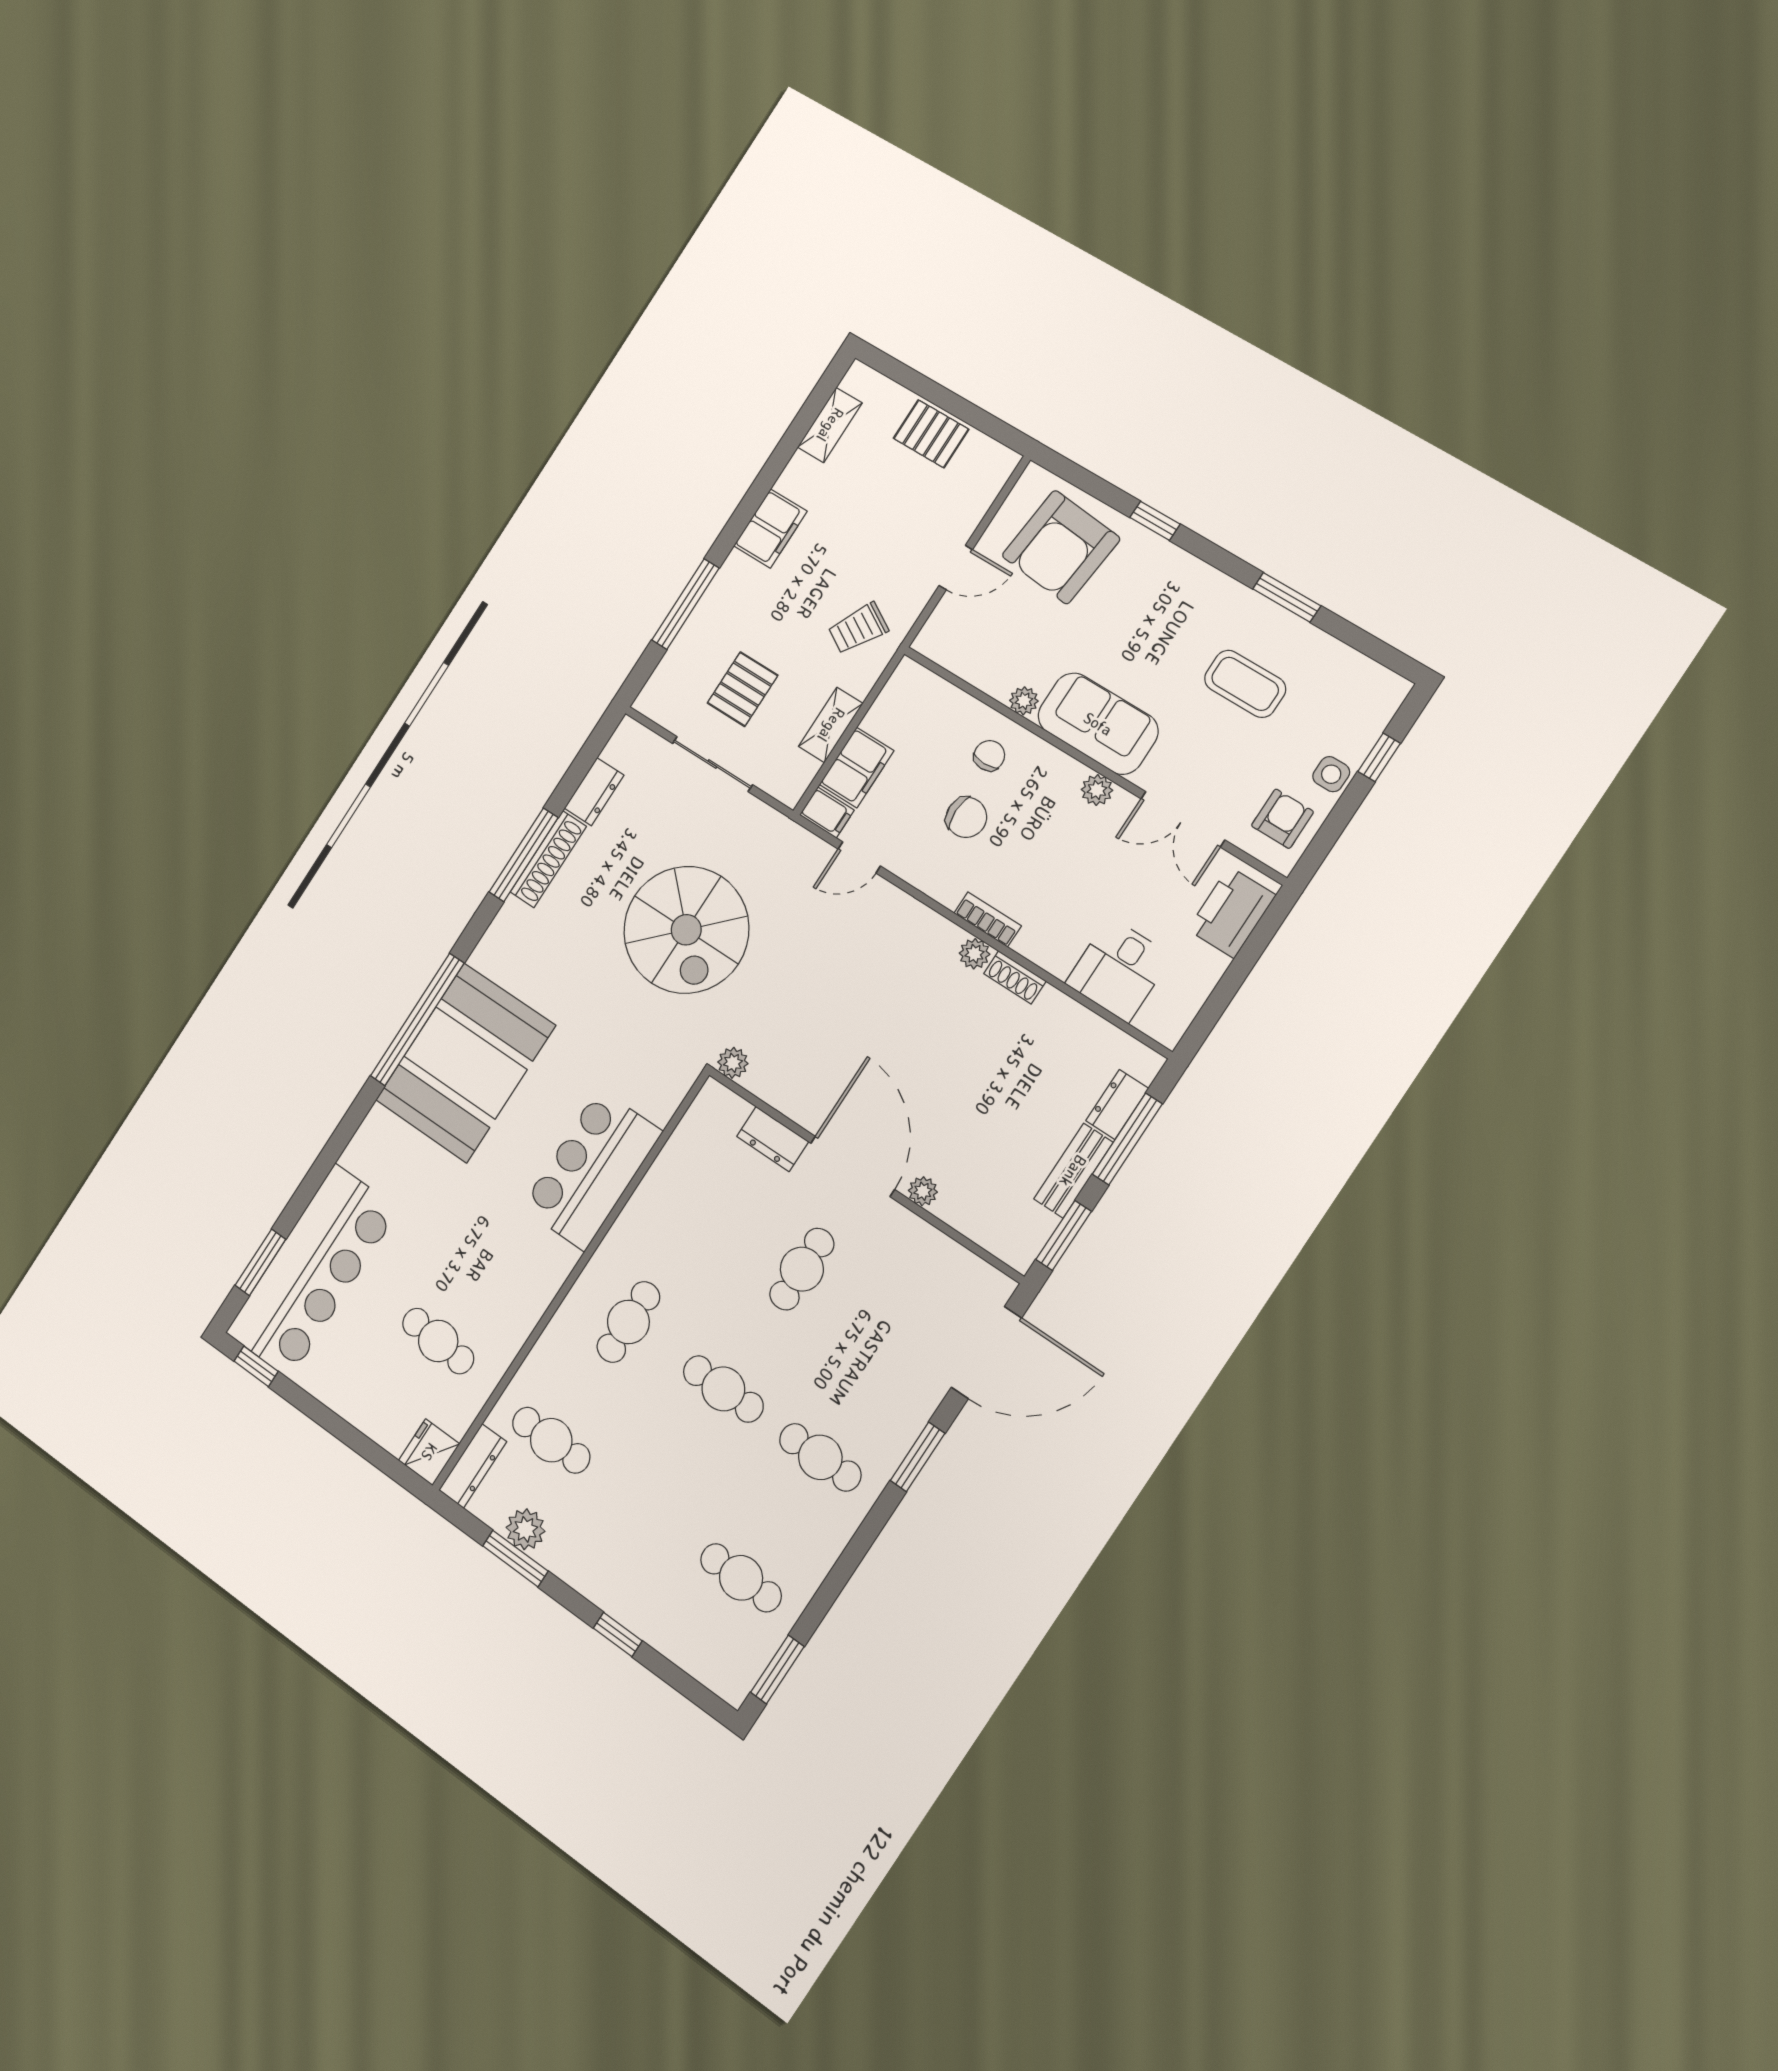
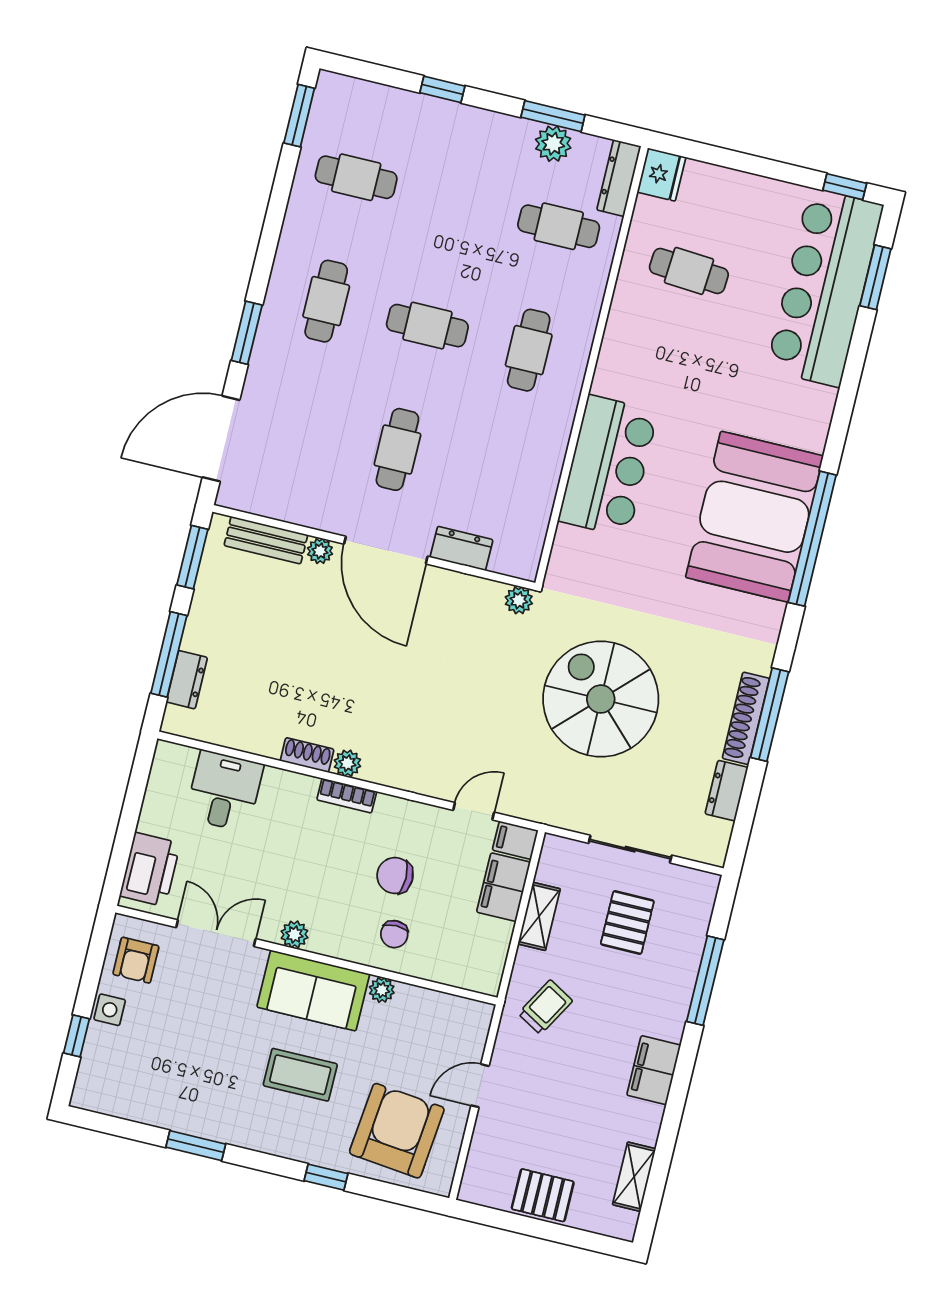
coffee table: (1245, 684) -> (300, 1075), moved
bench: (1073, 1171) -> (266, 540), moved, turned 90
cafe table: (820, 1457) -> (326, 301), turned 90

